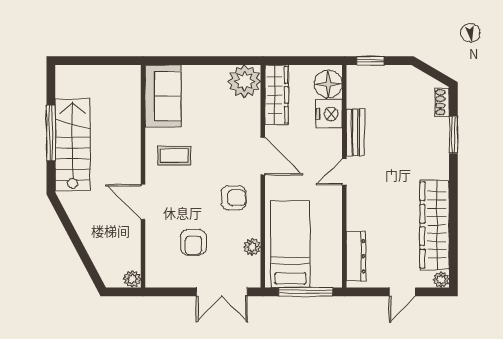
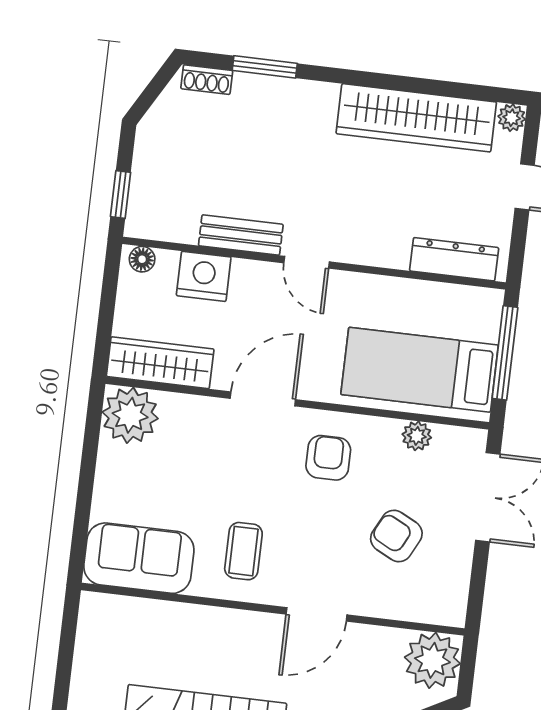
floor lamp: (328, 84) -> (142, 259), width x0.53, depth x0.53
armchair: (193, 242) -> (396, 536), turned -153
plant: (132, 279) -> (432, 660), width x1.88, depth x1.88

